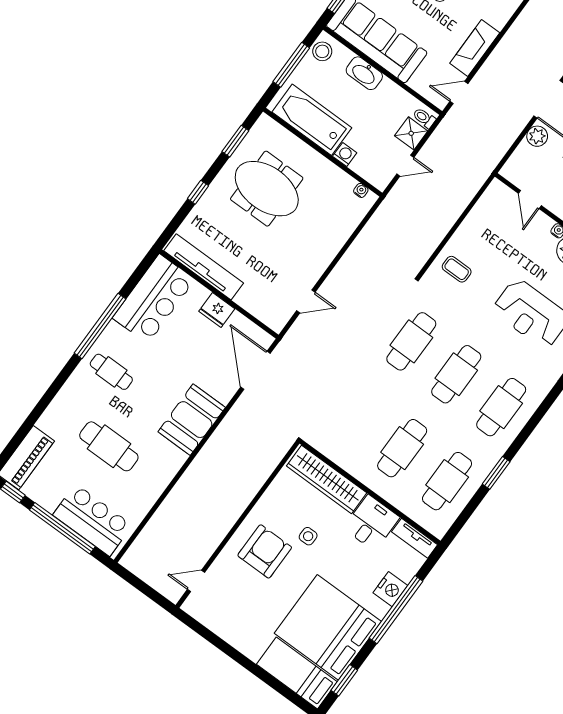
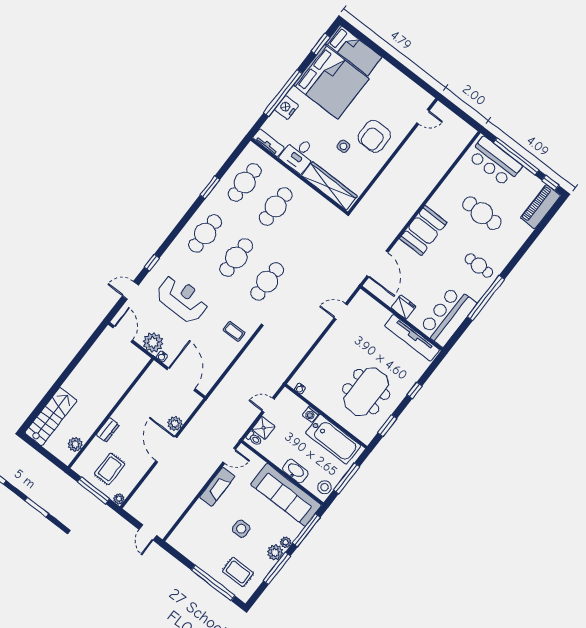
meeting table: (267, 189) -> (366, 392), turned 90
door: (530, 199) -> (181, 379), width x1.88

